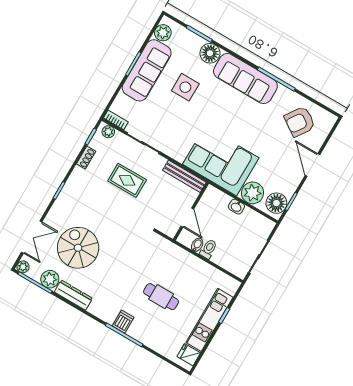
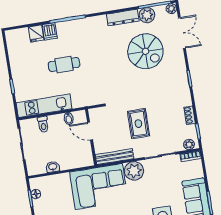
rug: (127, 180) -> (138, 124), moved, turned 90
plant: (253, 193) -> (134, 171), moved
floor lamp: (276, 203) -> (36, 194), width x0.53, depth x0.53
washbasin: (236, 207) -> (53, 167), moved
double door: (32, 237) -> (182, 33), swing flipped
toilet: (208, 249) -> (43, 124), moved
kitchen unit: (210, 320) -> (44, 106), moved, turned -90
dishwasher: (123, 322) -> (50, 31), moved
fridge: (189, 355) -> (36, 34), moved, turned 90

